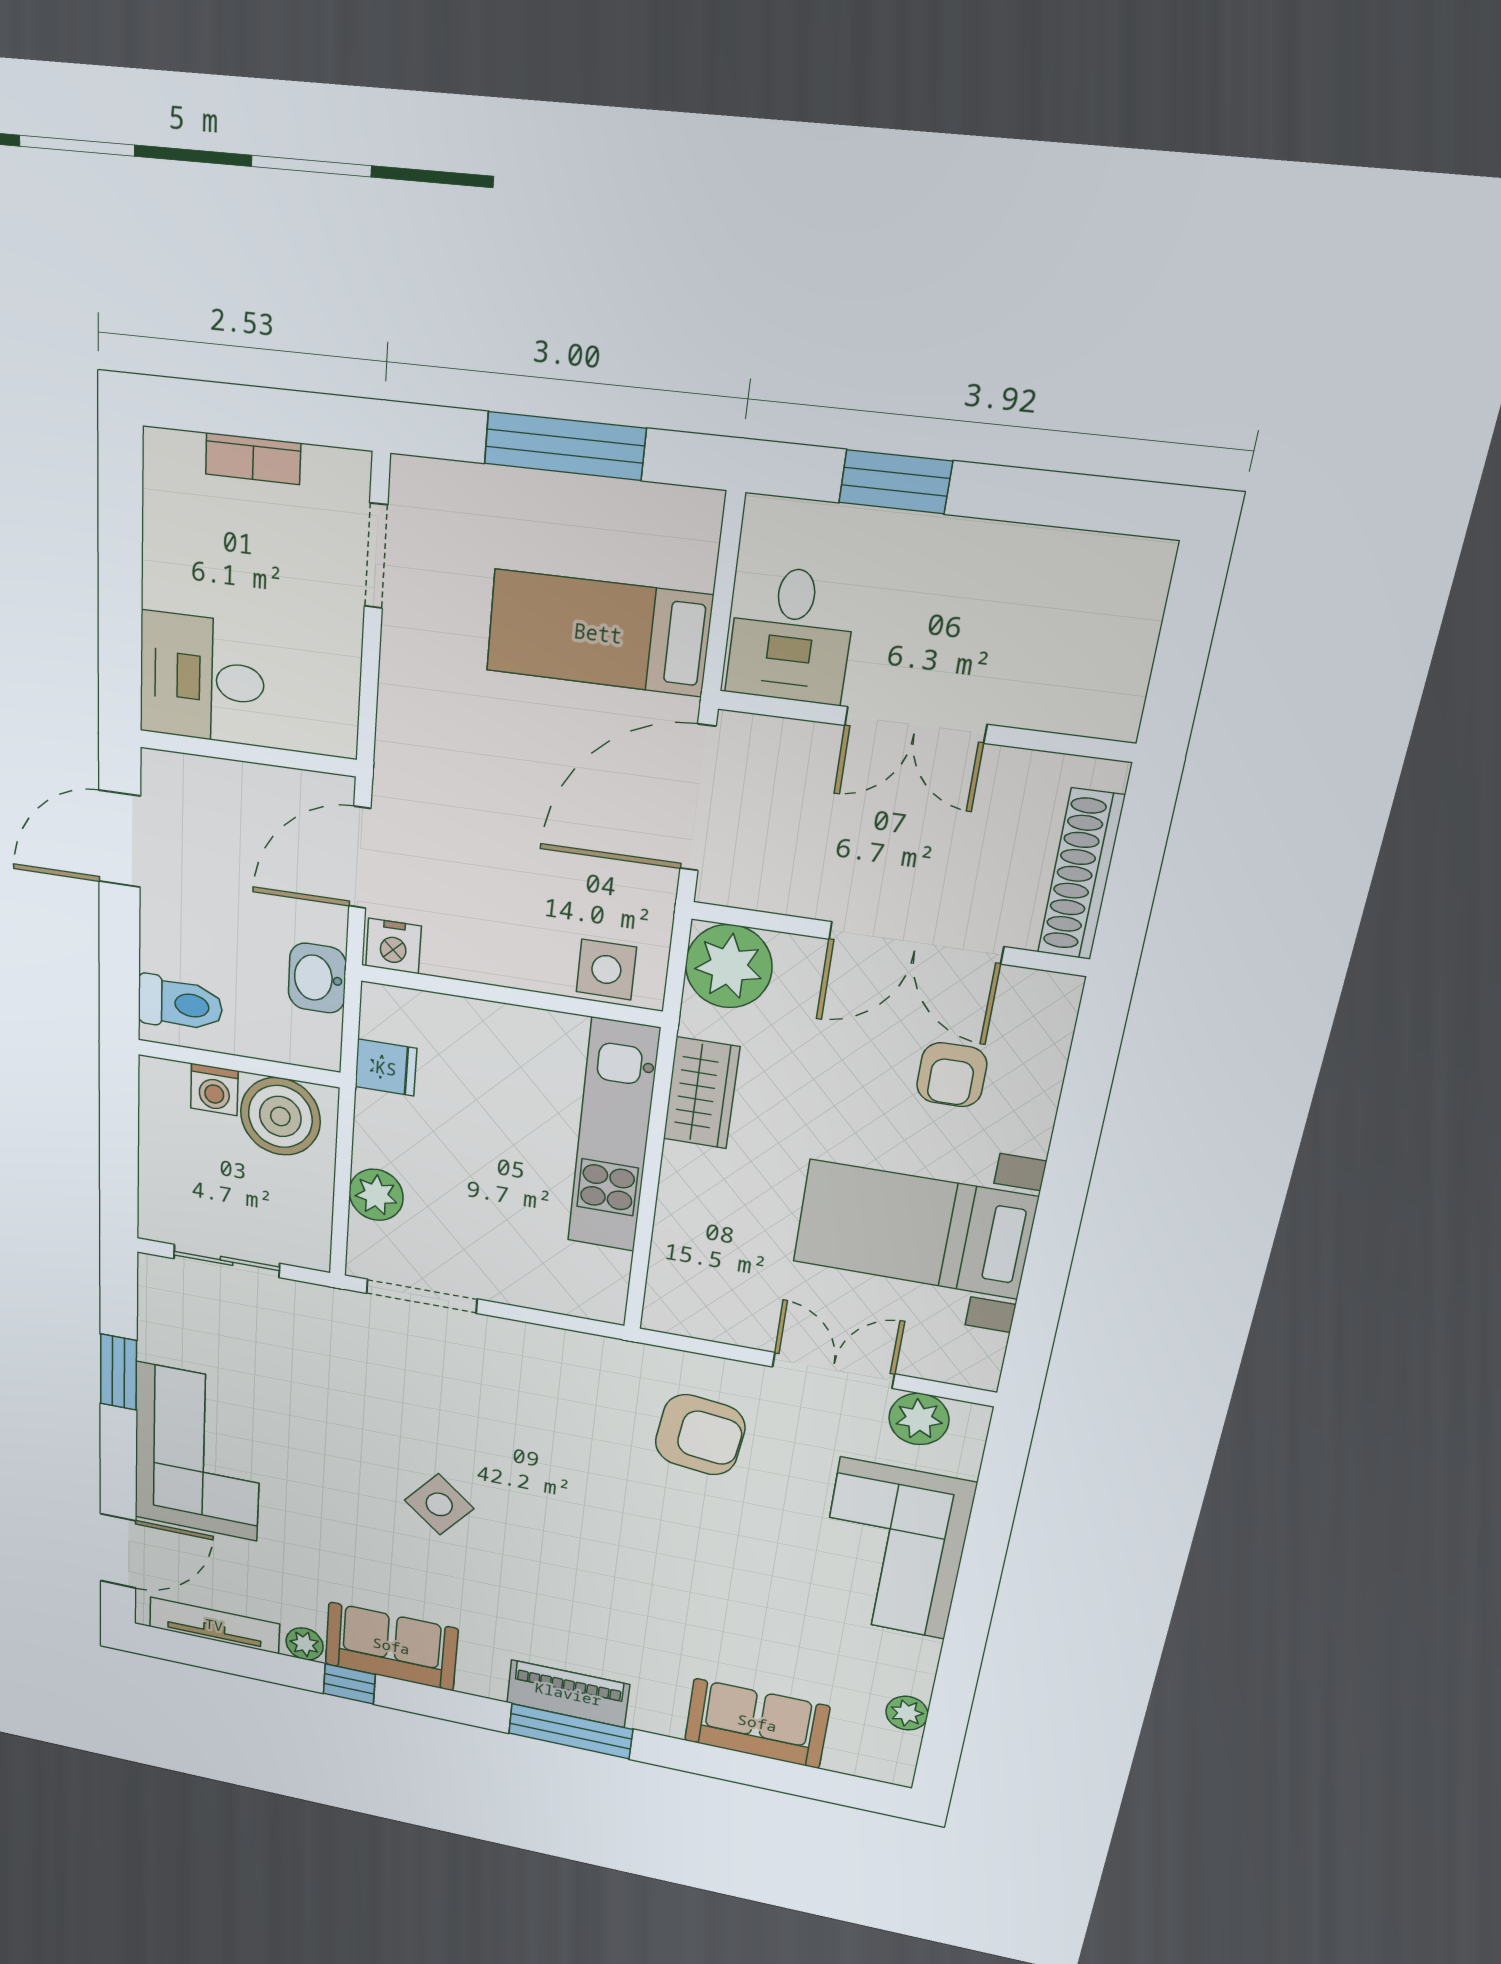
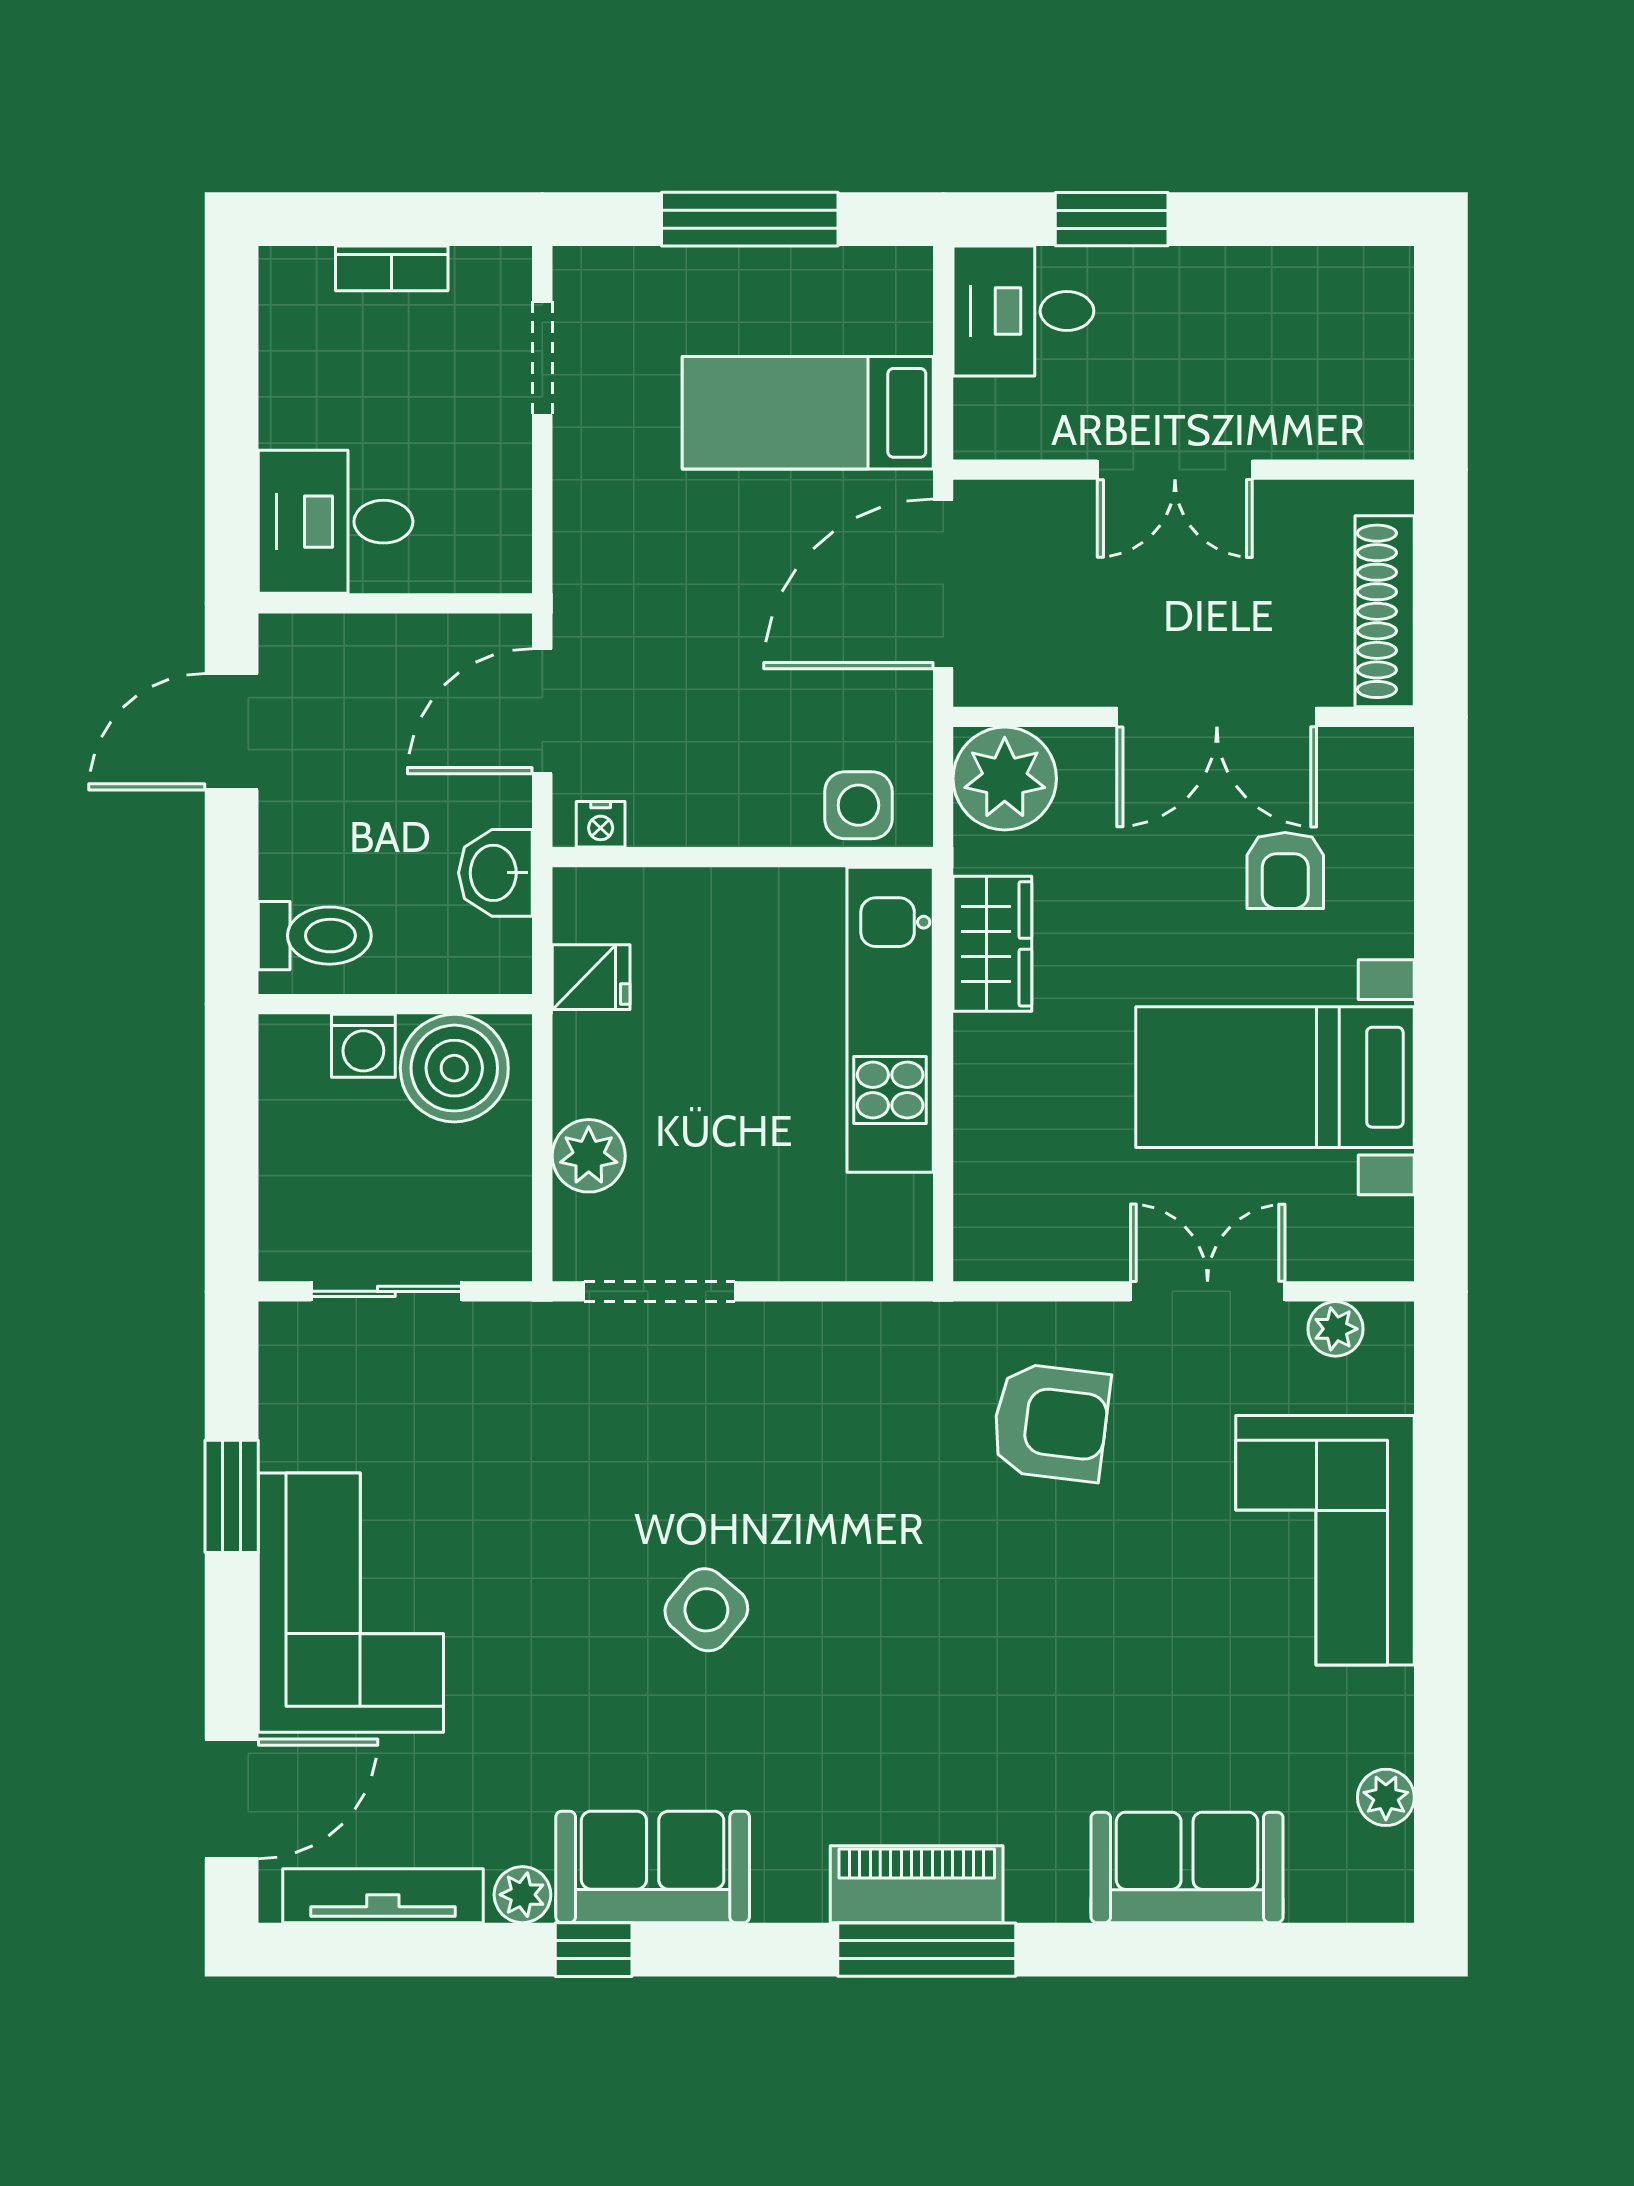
desk: (791, 635) -> (1023, 311), moved, turned 90
nightstand: (393, 946) -> (601, 824), width x0.72, depth x0.74
plant: (919, 1419) -> (1335, 1329), width x0.73, depth x0.73

